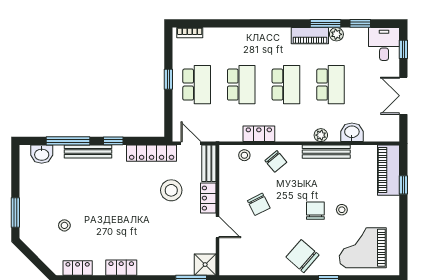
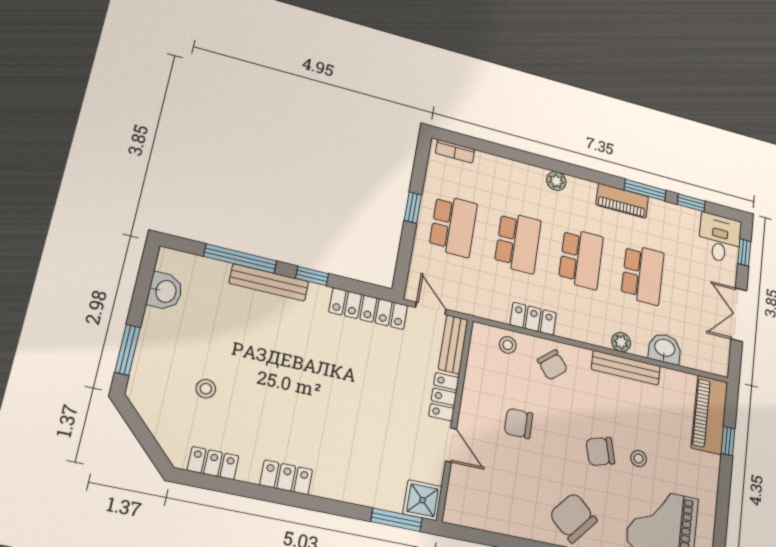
plant: (336, 34) -> (556, 181), moved
washbasin: (42, 154) -> (165, 291), moved, turned -90
stool: (171, 190) -> (389, 372), removed
chair: (259, 204) -> (519, 423), turned 117
chair: (315, 211) -> (600, 451), turned -106

